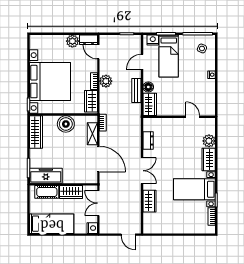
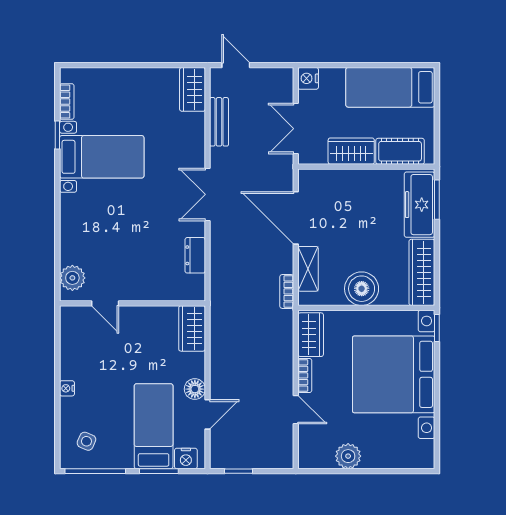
dresser: (88, 40) -> (316, 459), removed
door: (98, 52) -> (296, 410), moved
plant: (106, 81) -> (281, 375), removed
floor lamp: (148, 87) -> (195, 389), moved
bench: (136, 90) -> (219, 122), moved
plant: (209, 141) -> (72, 278), moved
wardrobe: (209, 159) -> (73, 217), removed
freezer: (46, 176) -> (420, 205), moved, turned 90
wardrobe: (149, 201) -> (192, 89), moved
double door: (98, 203) -> (296, 129), swing flipped

